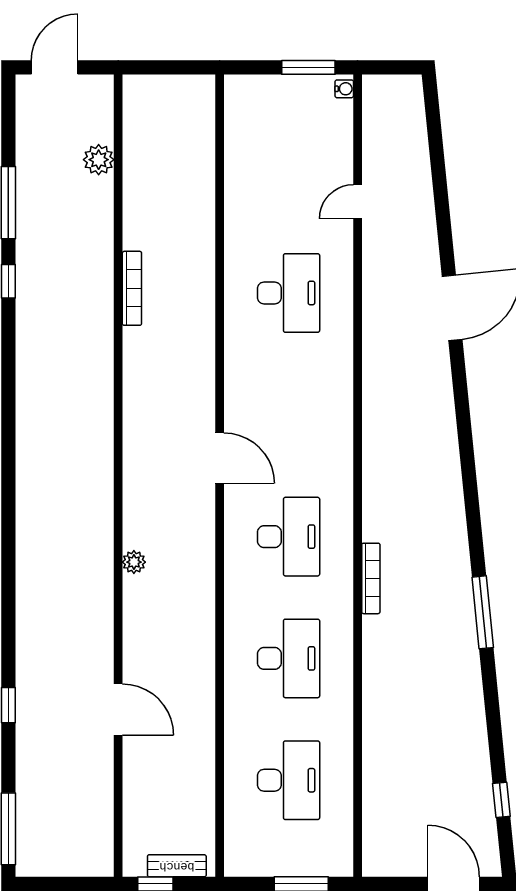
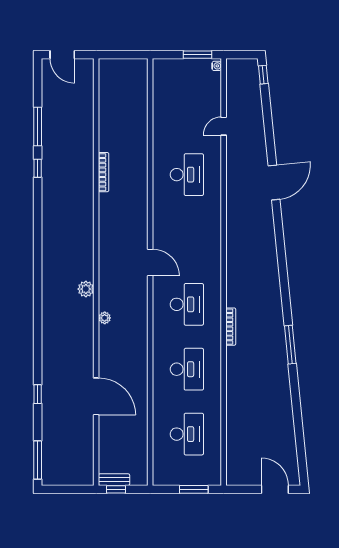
door: (55, 67) -> (62, 55), swing flipped
plant: (99, 160) -> (86, 289), moved
door: (118, 709) -> (96, 396), width x1.36
window: (501, 800) -> (263, 75), moved
bench: (177, 866) -> (114, 480), moved

